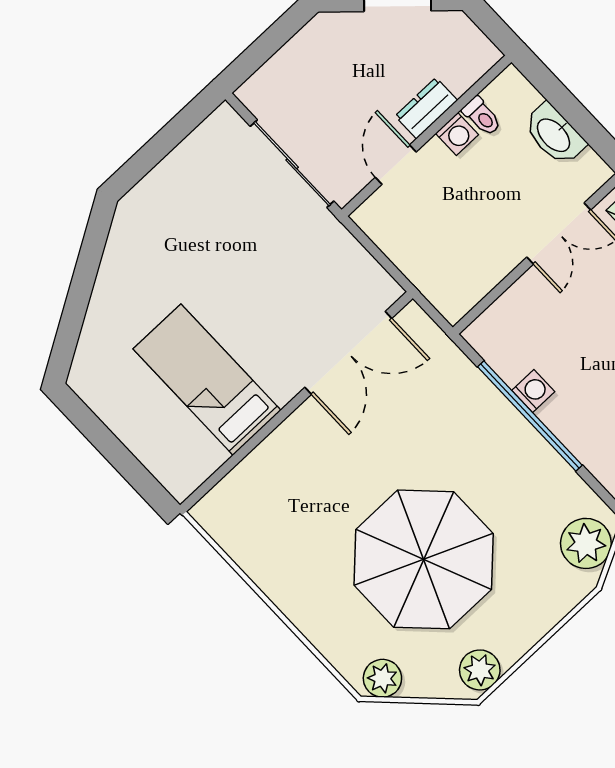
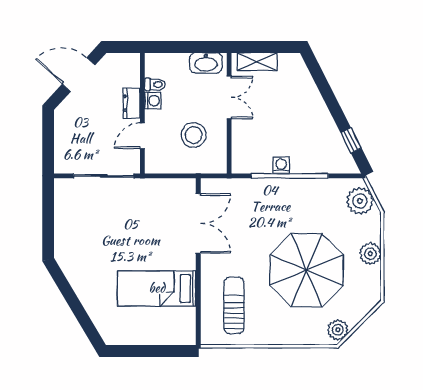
washbasin: (554, 134) -> (206, 63), moved
door: (396, 165) -> (142, 136), hinge flipped
stool: (462, 233) -> (194, 135), added
sun lounger: (283, 506) -> (234, 305), added
plant: (480, 670) -> (370, 254), moved

